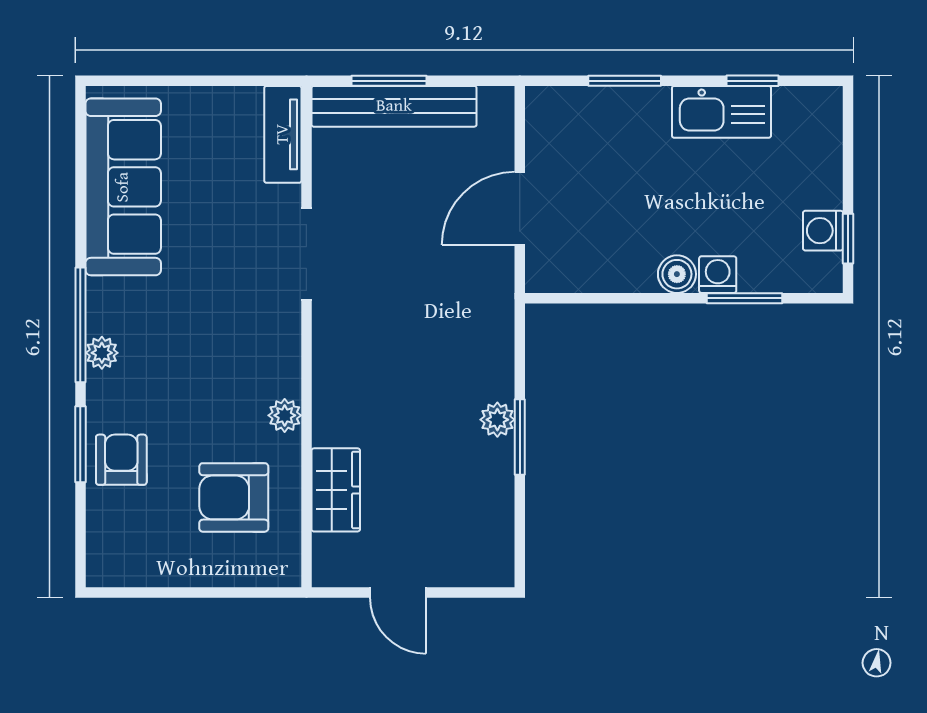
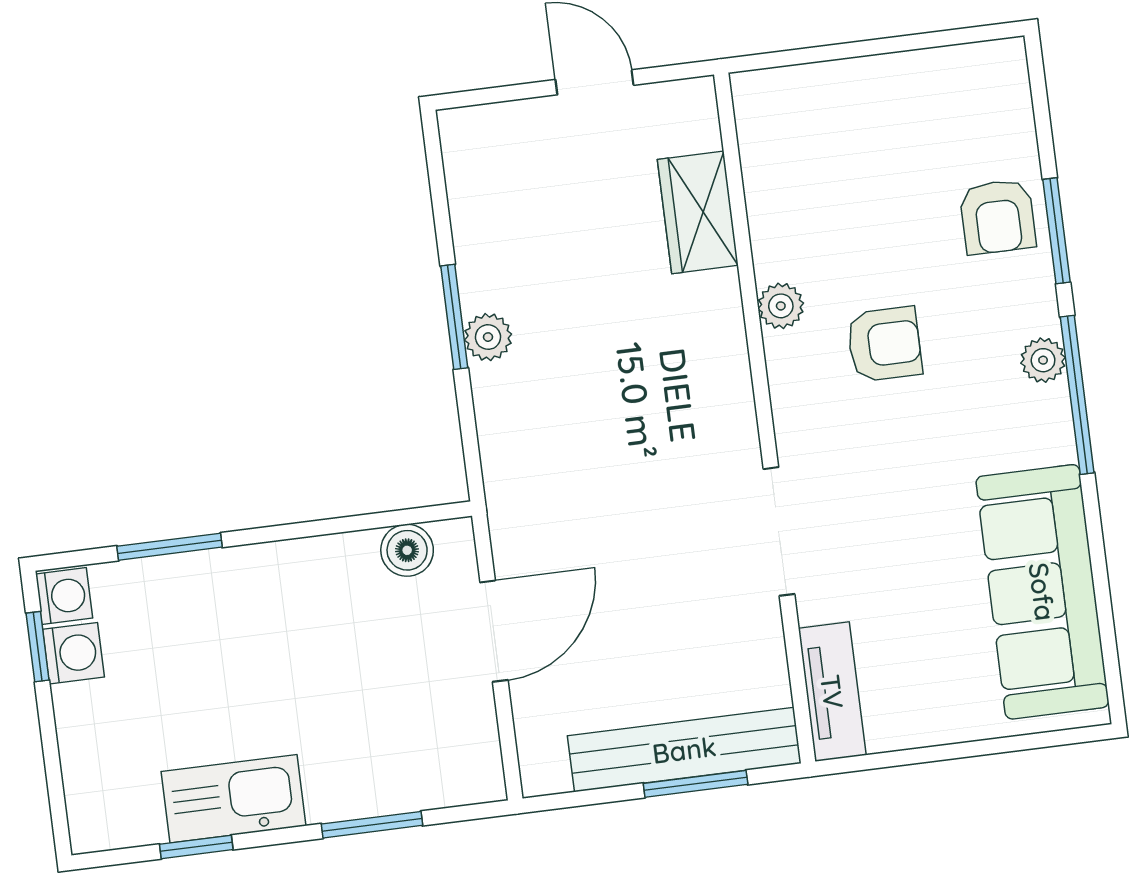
boiler: (677, 274) -> (407, 550), moved
washing machine: (718, 275) -> (64, 596), moved, turned -90
armchair: (234, 497) -> (884, 344), moved, width x0.72, depth x0.72

